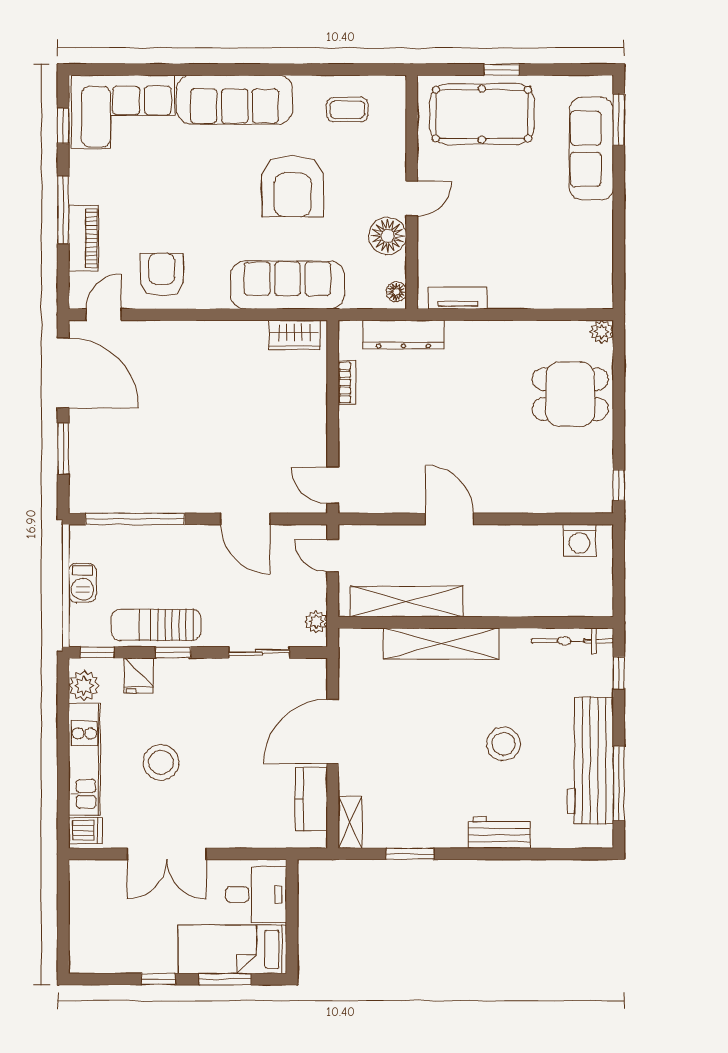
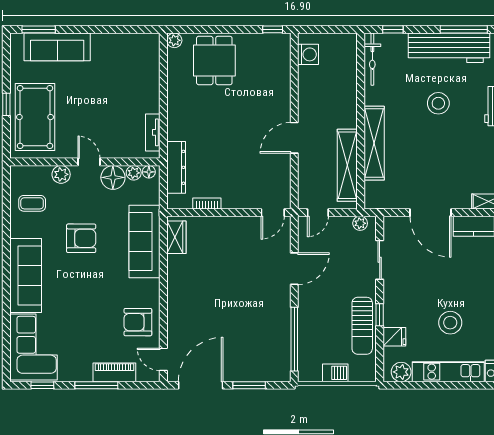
coffee table: (347, 110) -> (32, 203), turned 90
plant: (392, 155) -> (61, 174), added
armchair: (293, 186) -> (81, 238), width x0.73, depth x0.73
plant: (395, 268) -> (134, 173), added
window: (97, 652) -> (380, 364), removed

